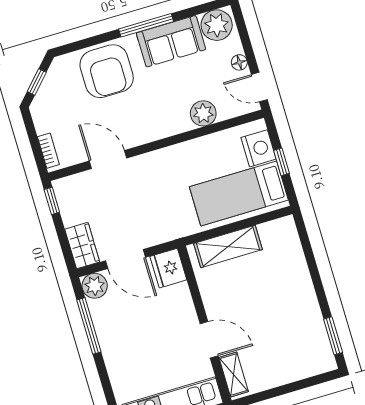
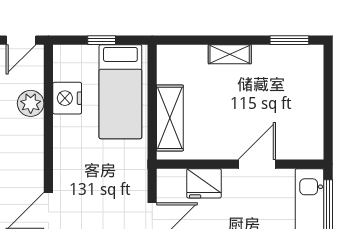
nightstand: (259, 148) -> (67, 98), moved, turned -90
fridge: (168, 268) -> (204, 183), moved
shelving: (234, 374) -> (230, 54), moved

